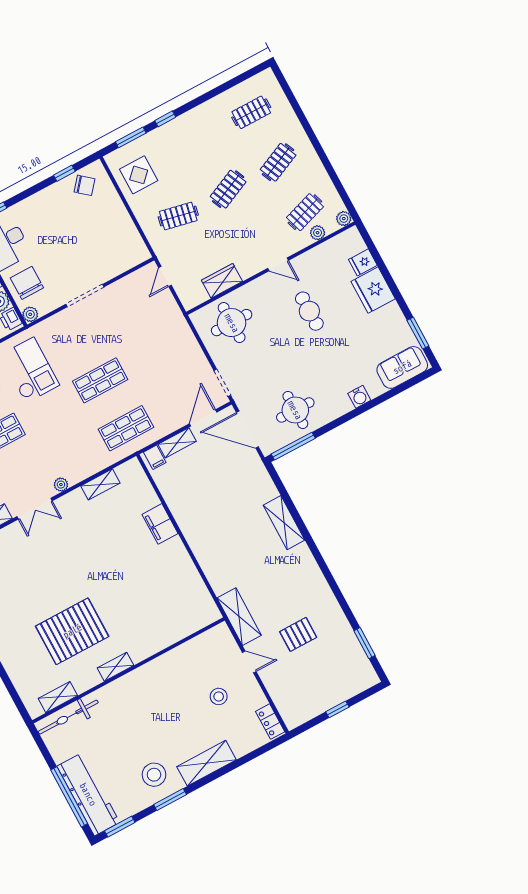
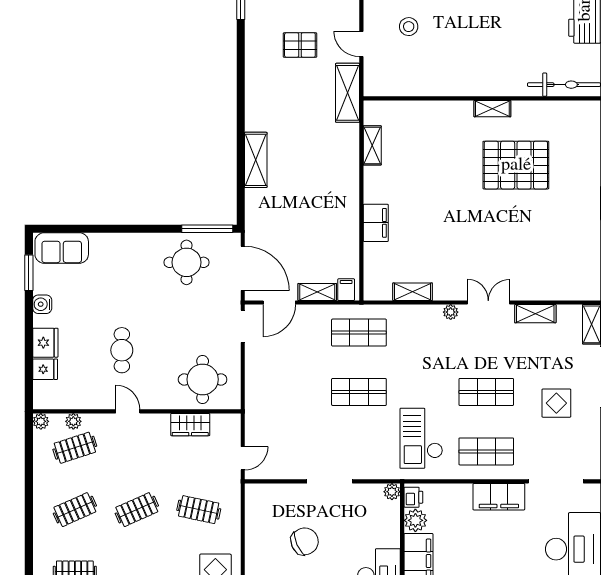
chair: (27, 283) -> (305, 541), moved, turned -114
fridge: (373, 290) -> (45, 343), width x0.73, depth x0.75
water cooler: (359, 397) -> (42, 304), moved, turned -90
shelving: (58, 697) -> (372, 145), moved, turned 90

